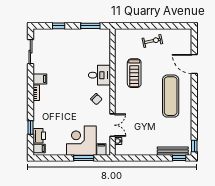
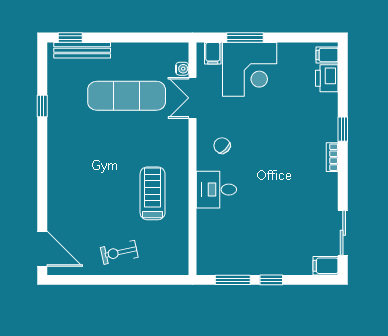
window: (59, 26) -> (271, 280), moved
door: (194, 64) -> (42, 249), moved
filing cabinet: (40, 79) -> (326, 266), moved
exercise mat: (171, 96) -> (127, 96), moved, turned 90
window: (30, 127) -> (343, 129), moved
window: (194, 146) -> (42, 106), moved

